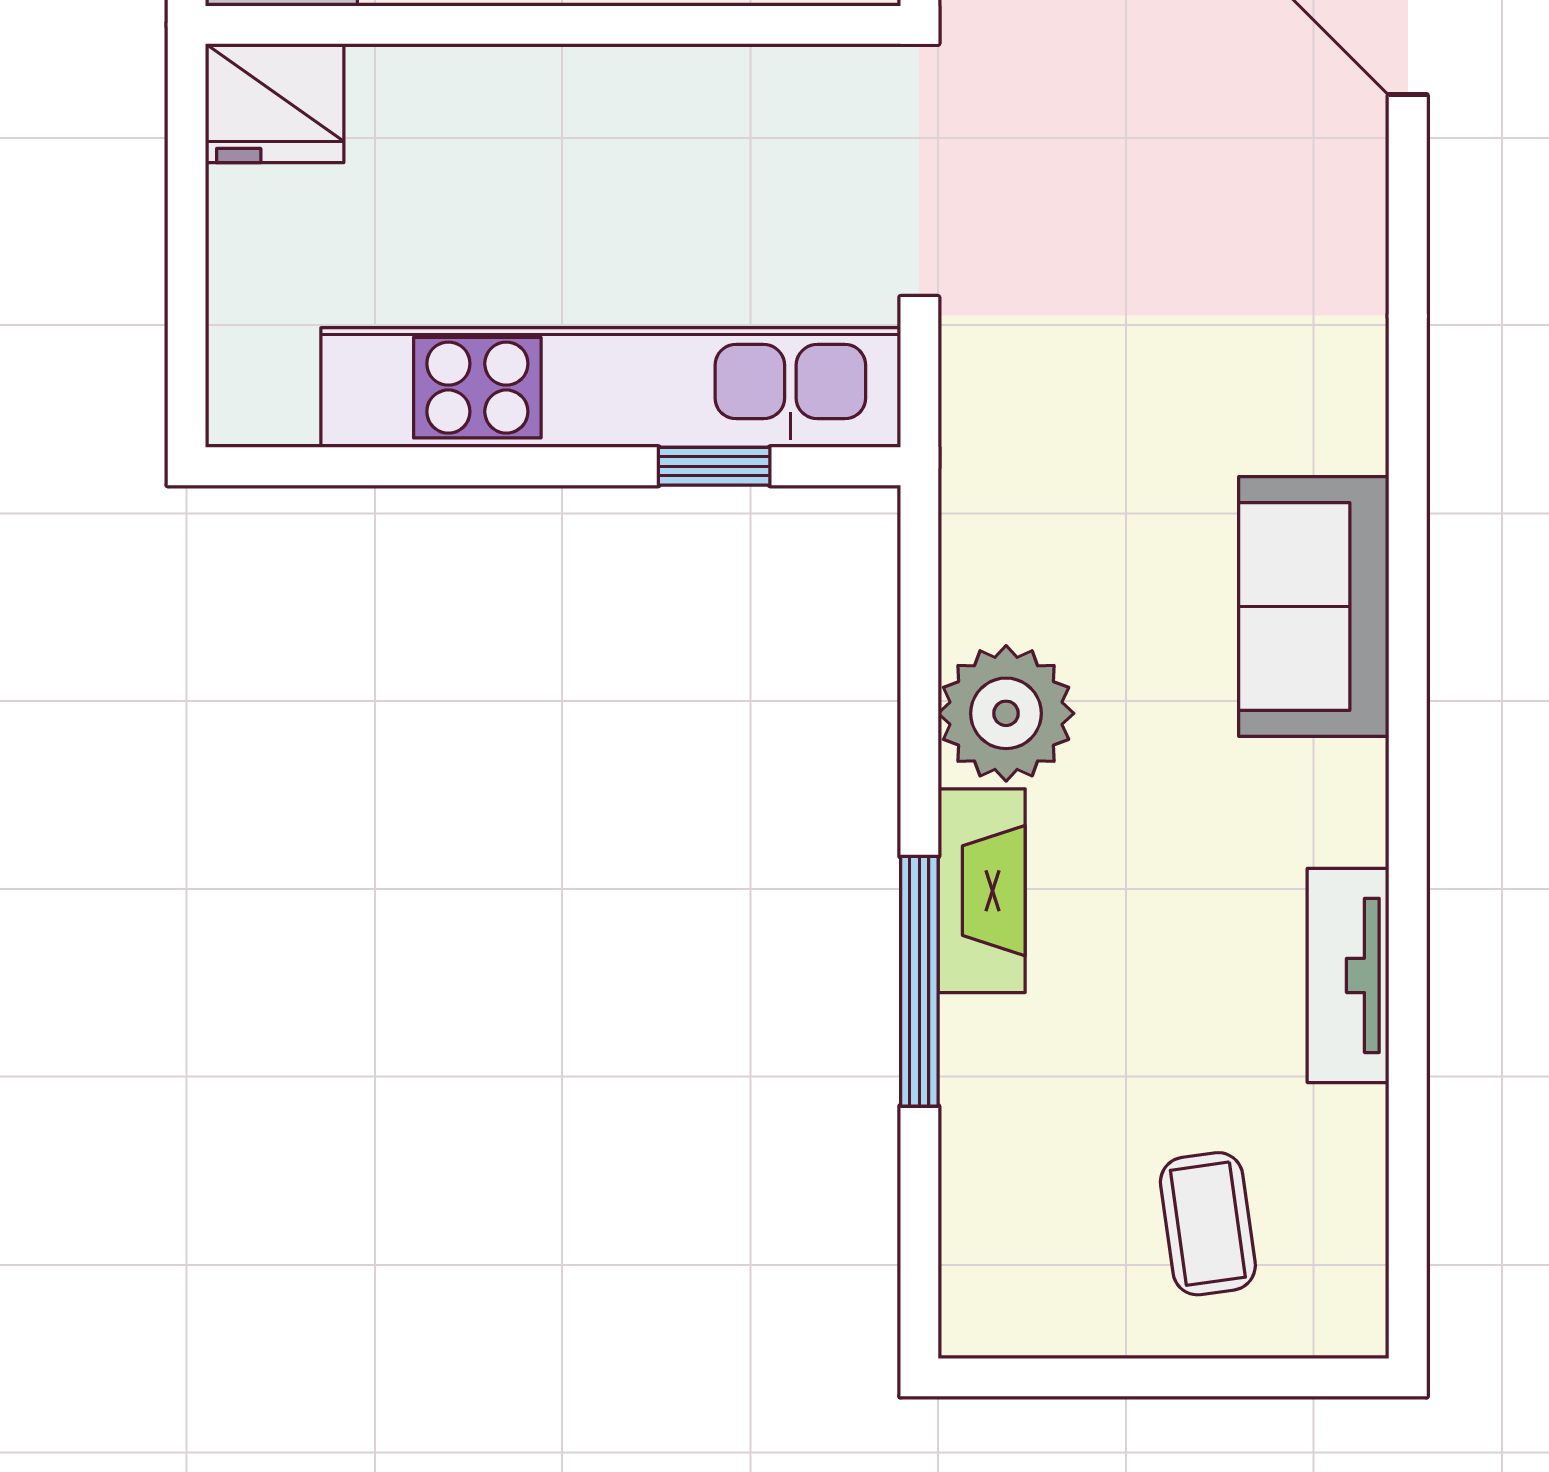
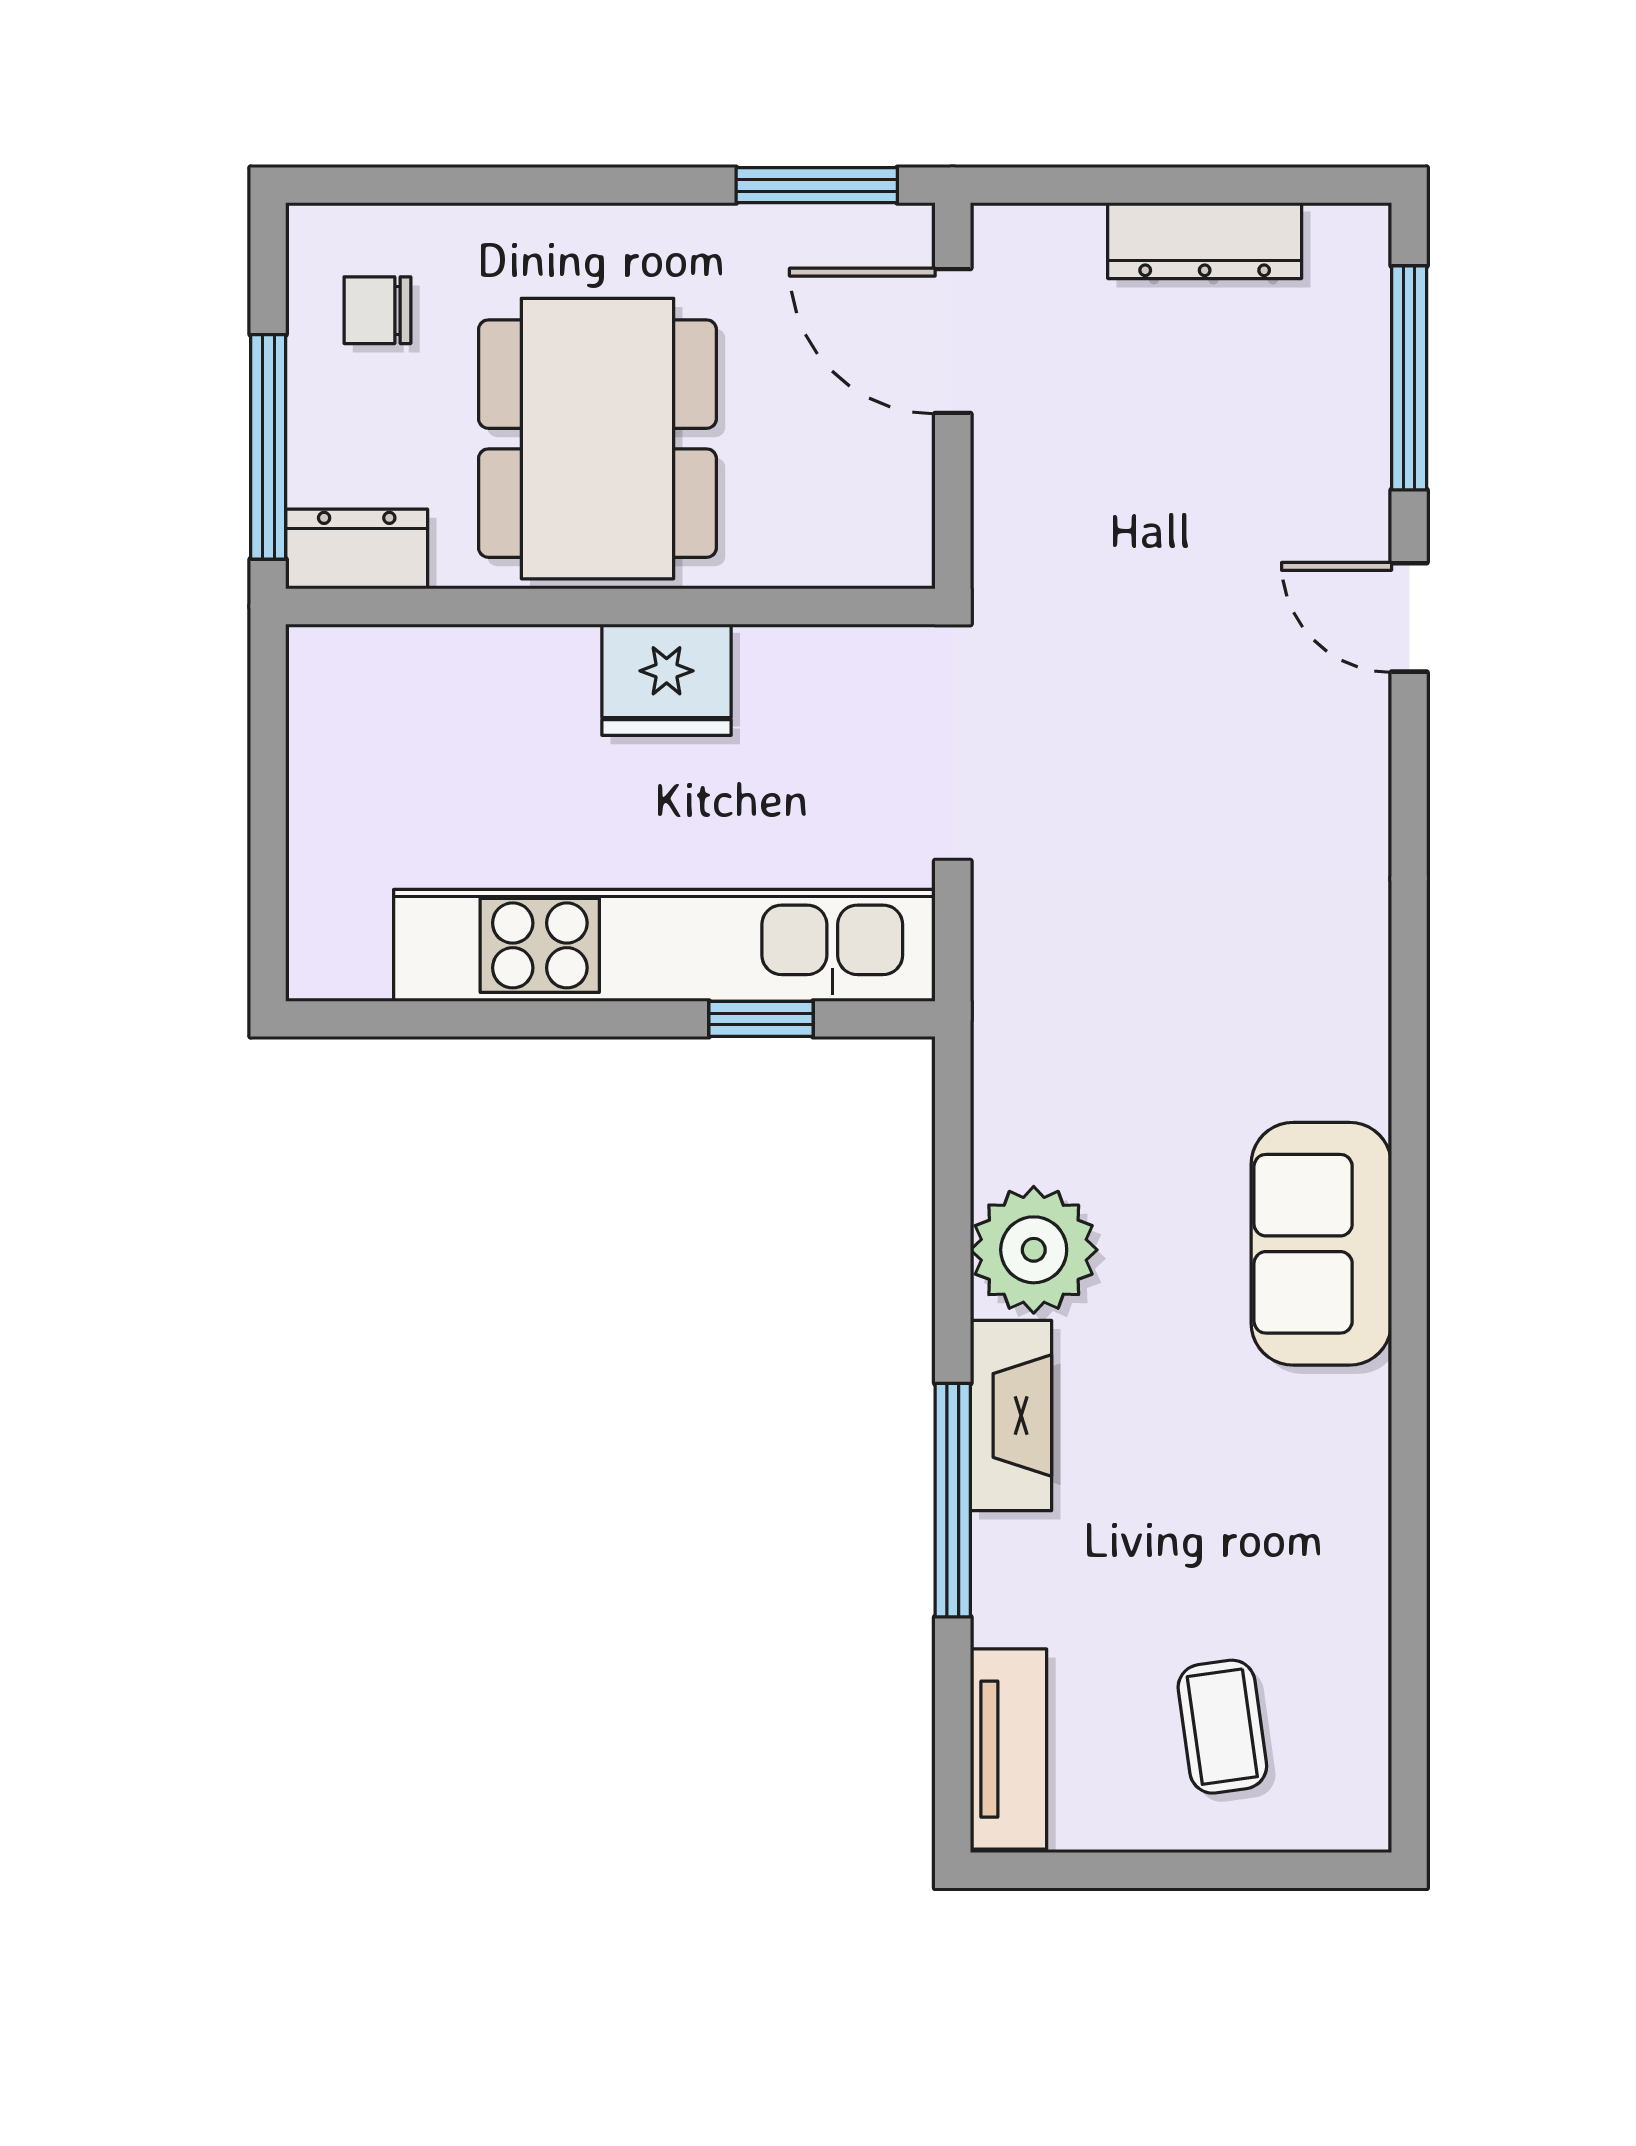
fridge: (275, 103) -> (667, 680), moved
sofa: (1314, 607) -> (1321, 1244), moved
tv unit: (1348, 975) -> (1009, 1749), moved, turned 180

